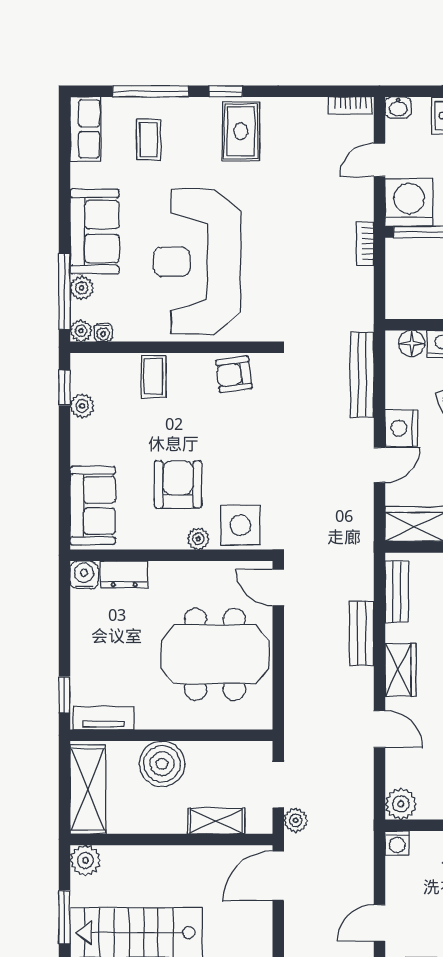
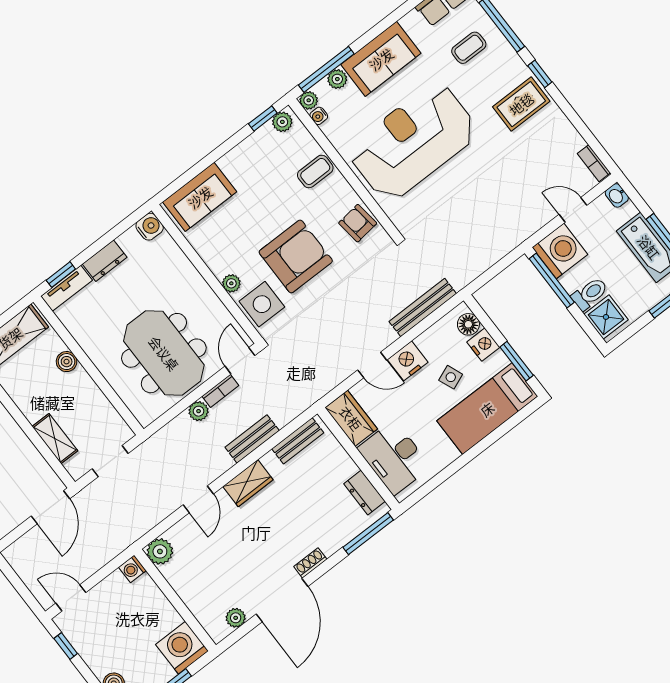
bookcase: (365, 244) -> (220, 391), moved, turned 180
plant: (82, 406) -> (282, 122), moved
armchair: (178, 484) -> (296, 256), moved, width x1.36, depth x1.36
dresser: (124, 574) -> (105, 261), moved, turned -90
tv unit: (103, 718) -> (67, 288), moved, turned 90
boiler: (162, 764) -> (67, 362), width x0.54, depth x0.54
plant: (296, 820) -> (199, 411), moved
door: (278, 876) -> (50, 507), swing flipped

